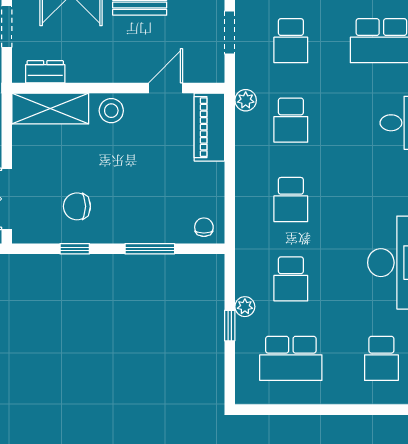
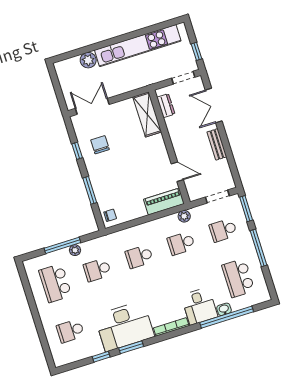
stool: (111, 111) -> (156, 147), removed
window: (230, 326) -> (62, 245), width x2.17

